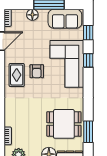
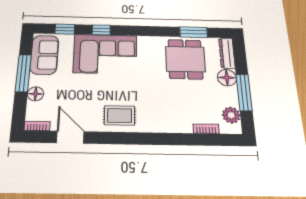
armchair: (37, 71) -> (115, 90), removed

